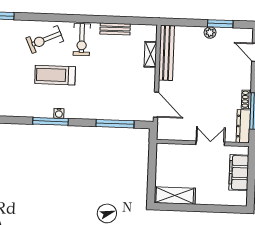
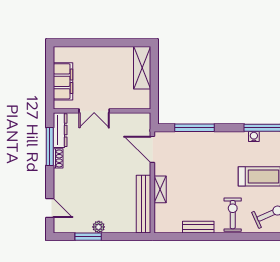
shelving: (150, 54) -> (160, 189), moved
shelving: (175, 195) -> (142, 68), moved, turned 90

